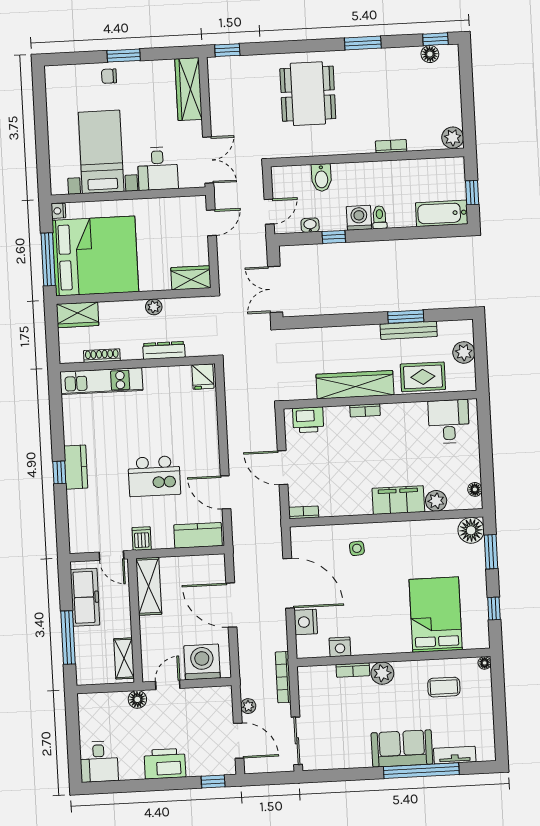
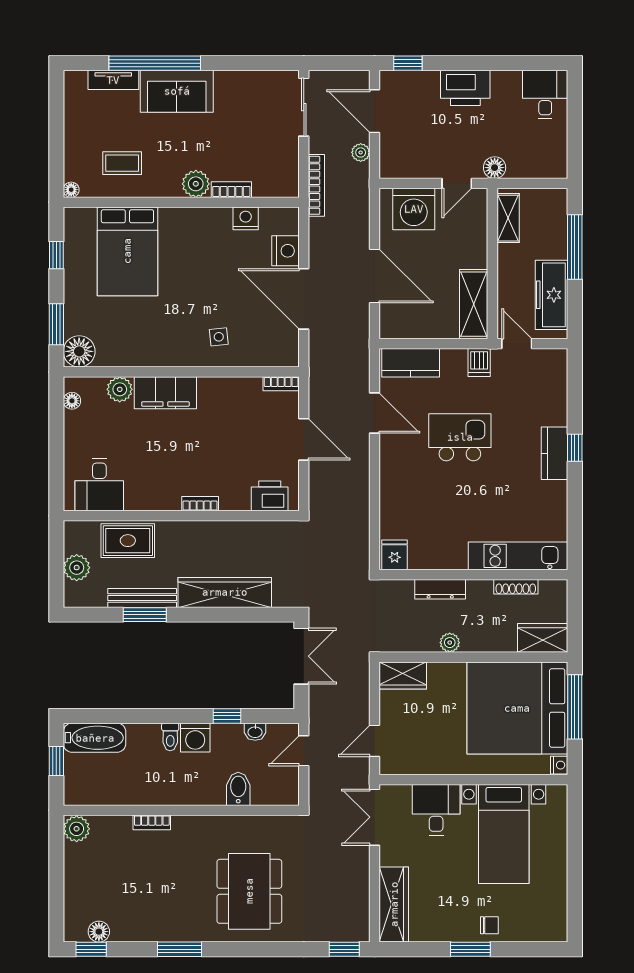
wardrobe: (355, 385) -> (225, 592), moved, turned 180

